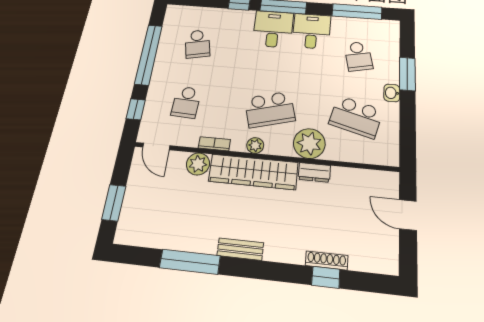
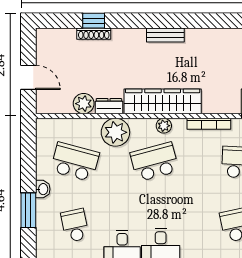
bookcase: (214, 144) -> (209, 124), width x1.56
plant: (198, 164) -> (84, 104), moved
window: (190, 262) -> (206, 21), removed

